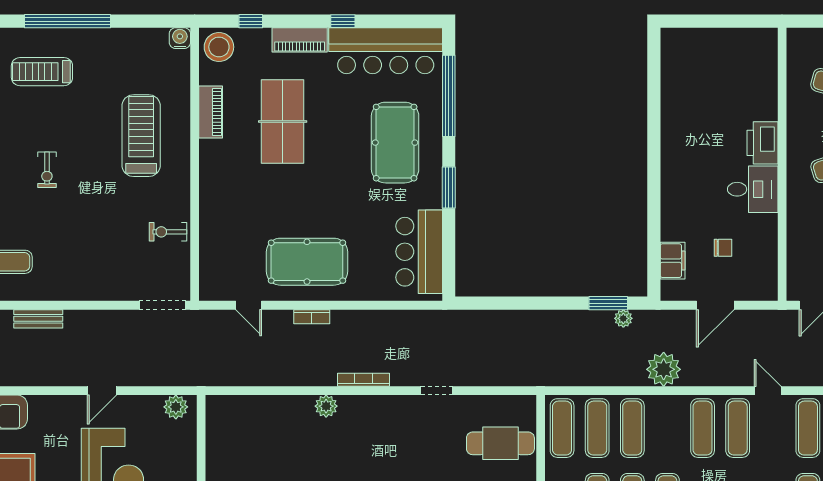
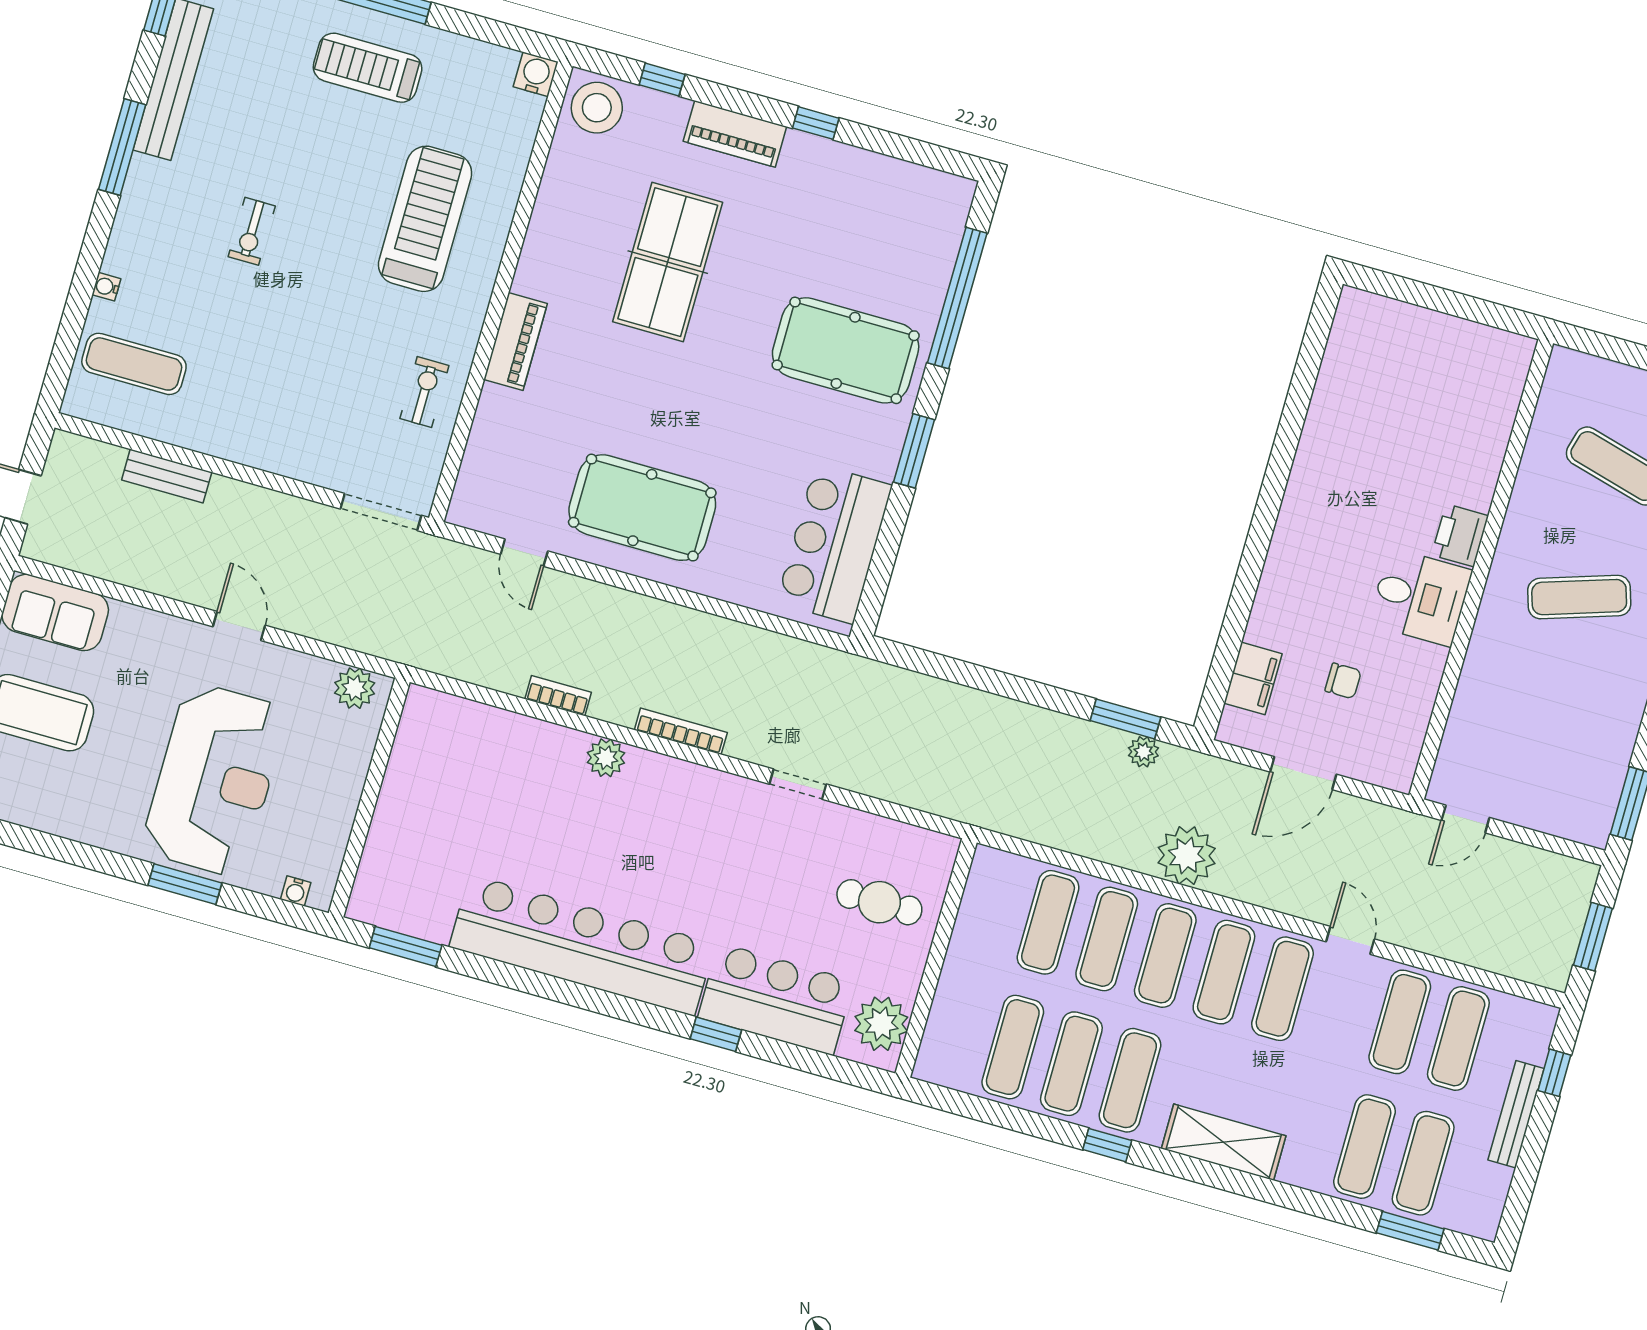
bar counter: (386, 51) -> (873, 193), removed
treadmill: (42, 72) -> (368, 68), moved
piano: (211, 112) -> (516, 341), moved
pool table: (395, 143) -> (846, 350), turned 90
printer: (762, 143) -> (1460, 535), width x0.73, depth x0.84
exercise bike: (168, 232) -> (424, 392), turned 90
bookcase: (312, 317) -> (558, 696), moved, turned 180
door: (102, 391) -> (239, 626), swing flipped
exercise mat: (562, 428) -> (1165, 956), moved
cafe table: (500, 443) -> (879, 902), width x0.73, depth x0.74

